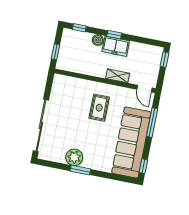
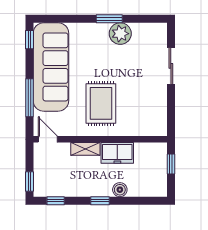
window: (79, 28) -> (56, 201), moved
freezer: (116, 46) -> (117, 153), moved, turned 180
rug: (99, 108) -> (101, 103), width x1.36, depth x1.43
sliding door: (41, 126) -> (171, 66), width x0.54

